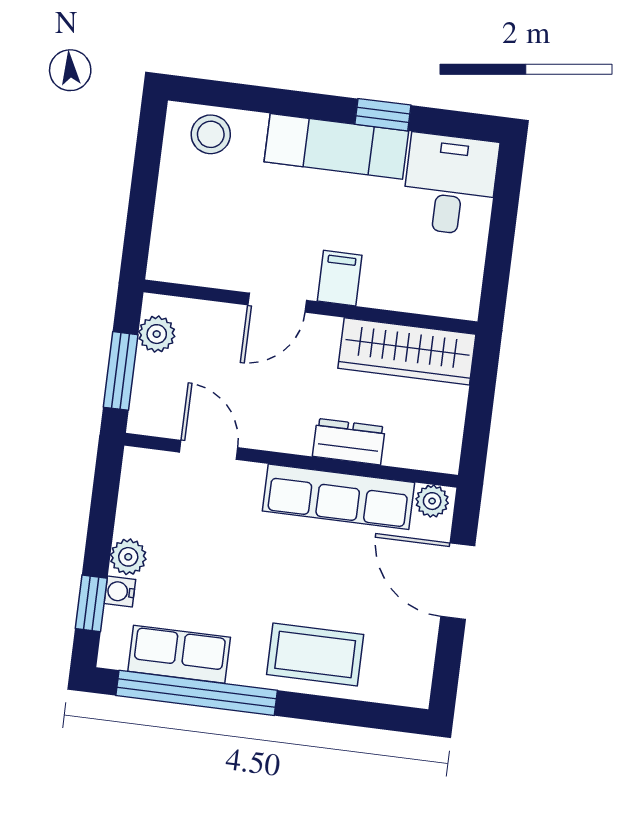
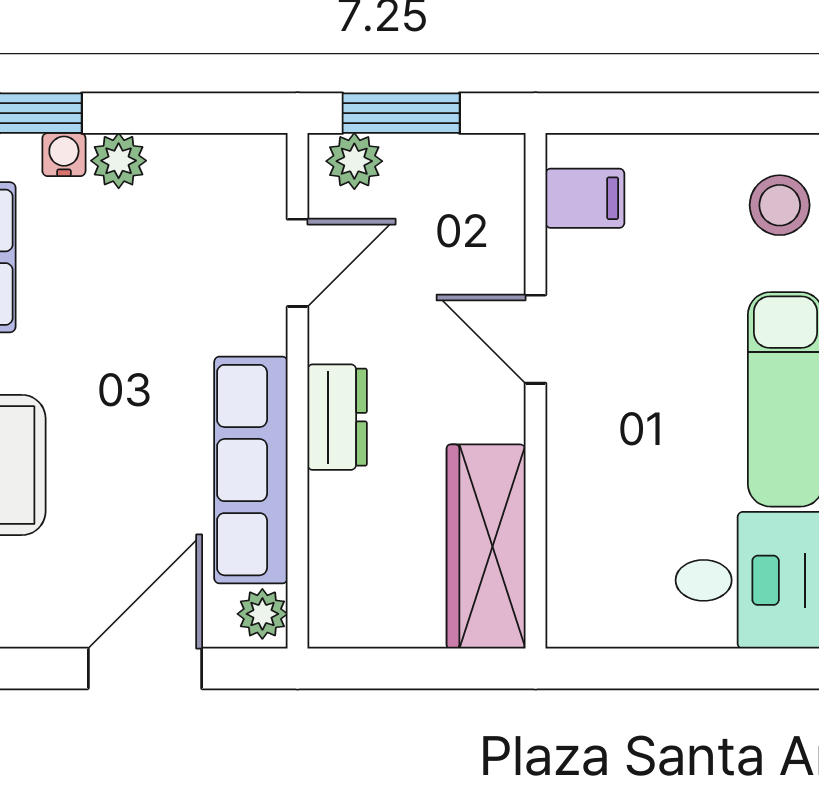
filing cabinet: (340, 278) -> (585, 198), moved
plant: (157, 334) -> (354, 161), moved
dresser: (349, 442) -> (337, 417), moved

